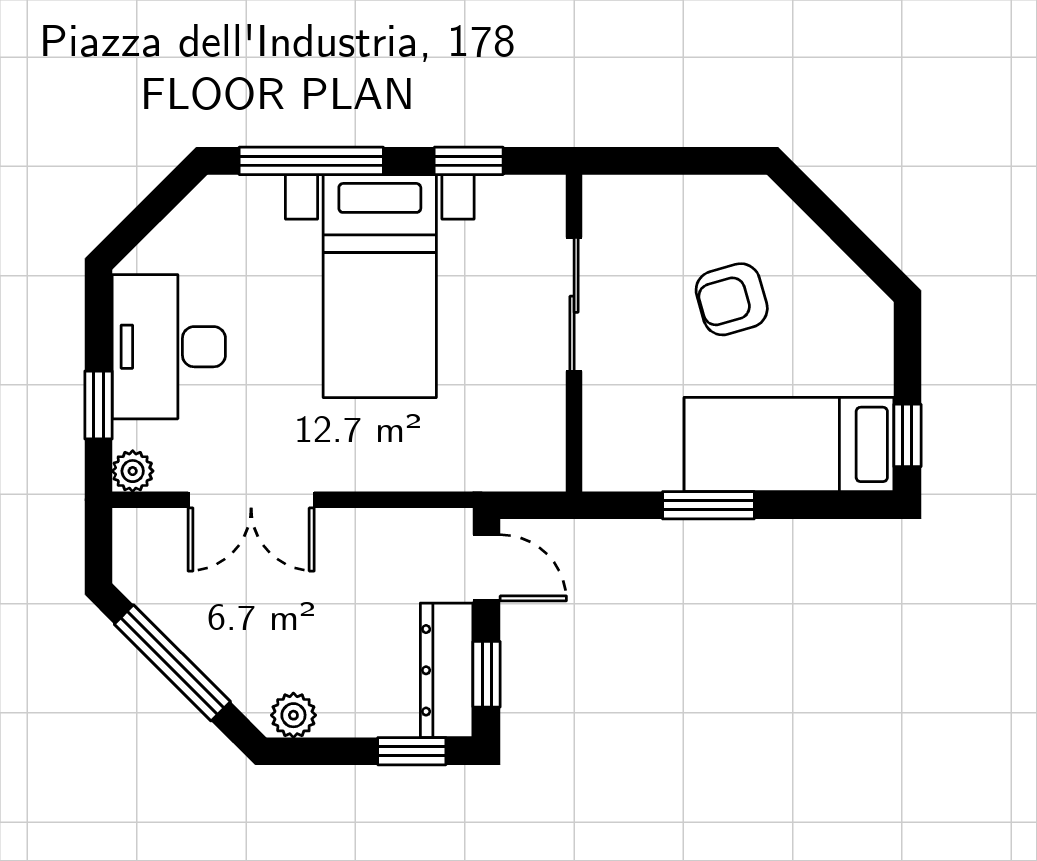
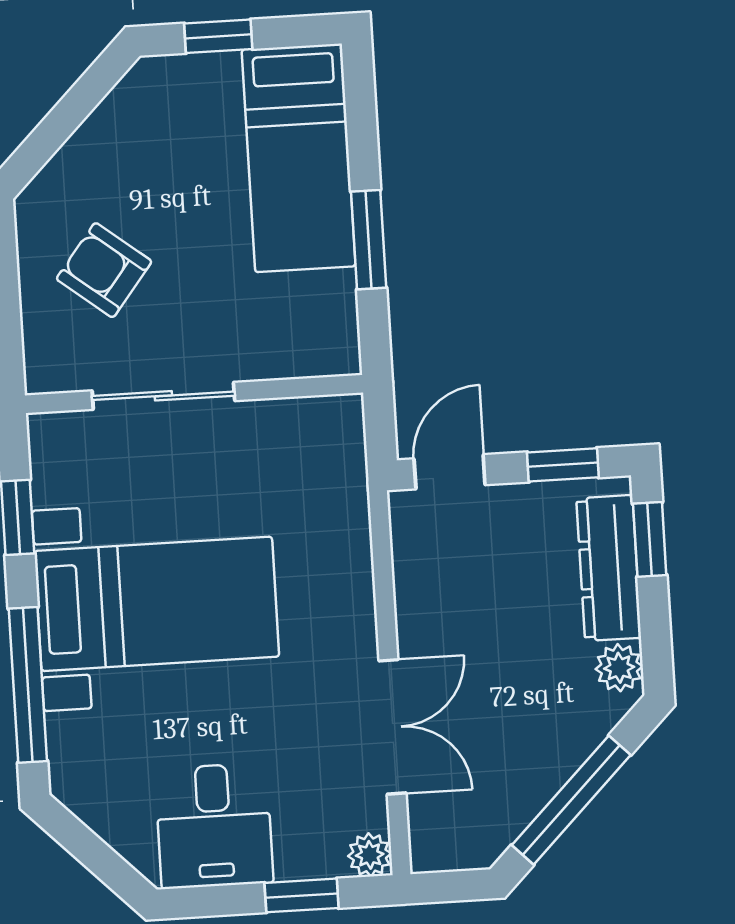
armchair: (732, 299) -> (104, 270), moved, turned 144
desk: (169, 347) -> (214, 826), width x0.73
window: (907, 435) -> (218, 36), moved
dresser: (447, 670) -> (609, 568), moved, turned 90

